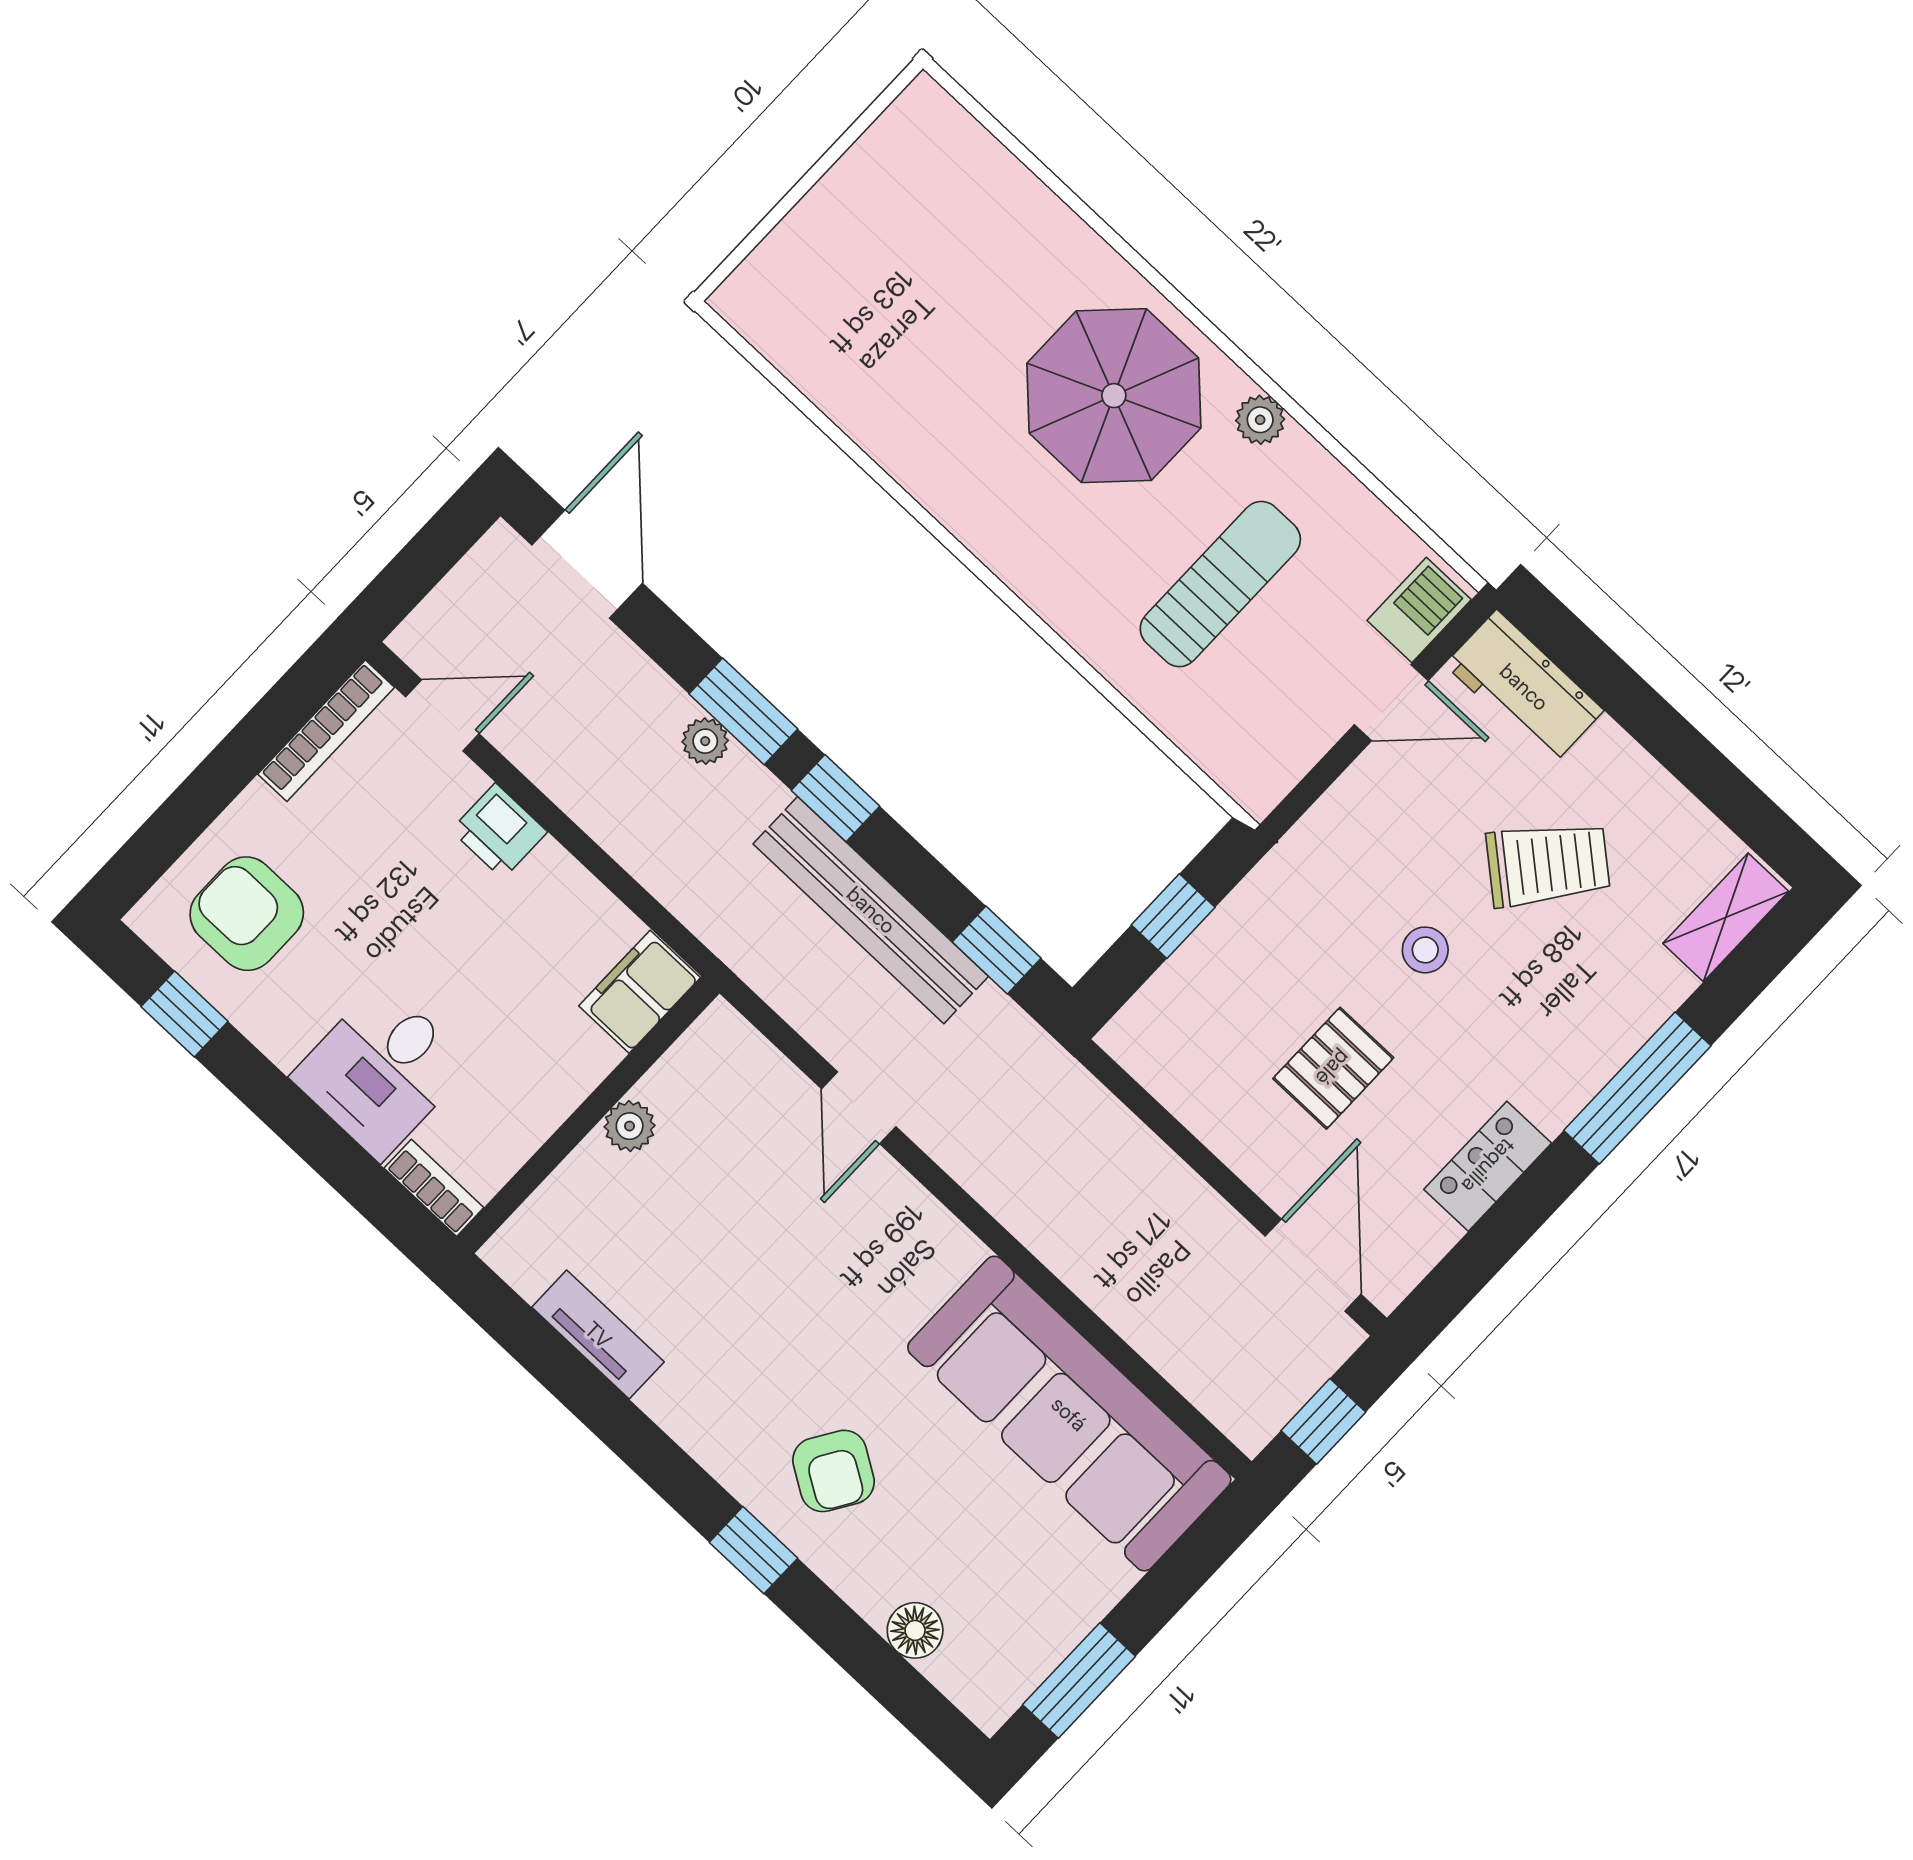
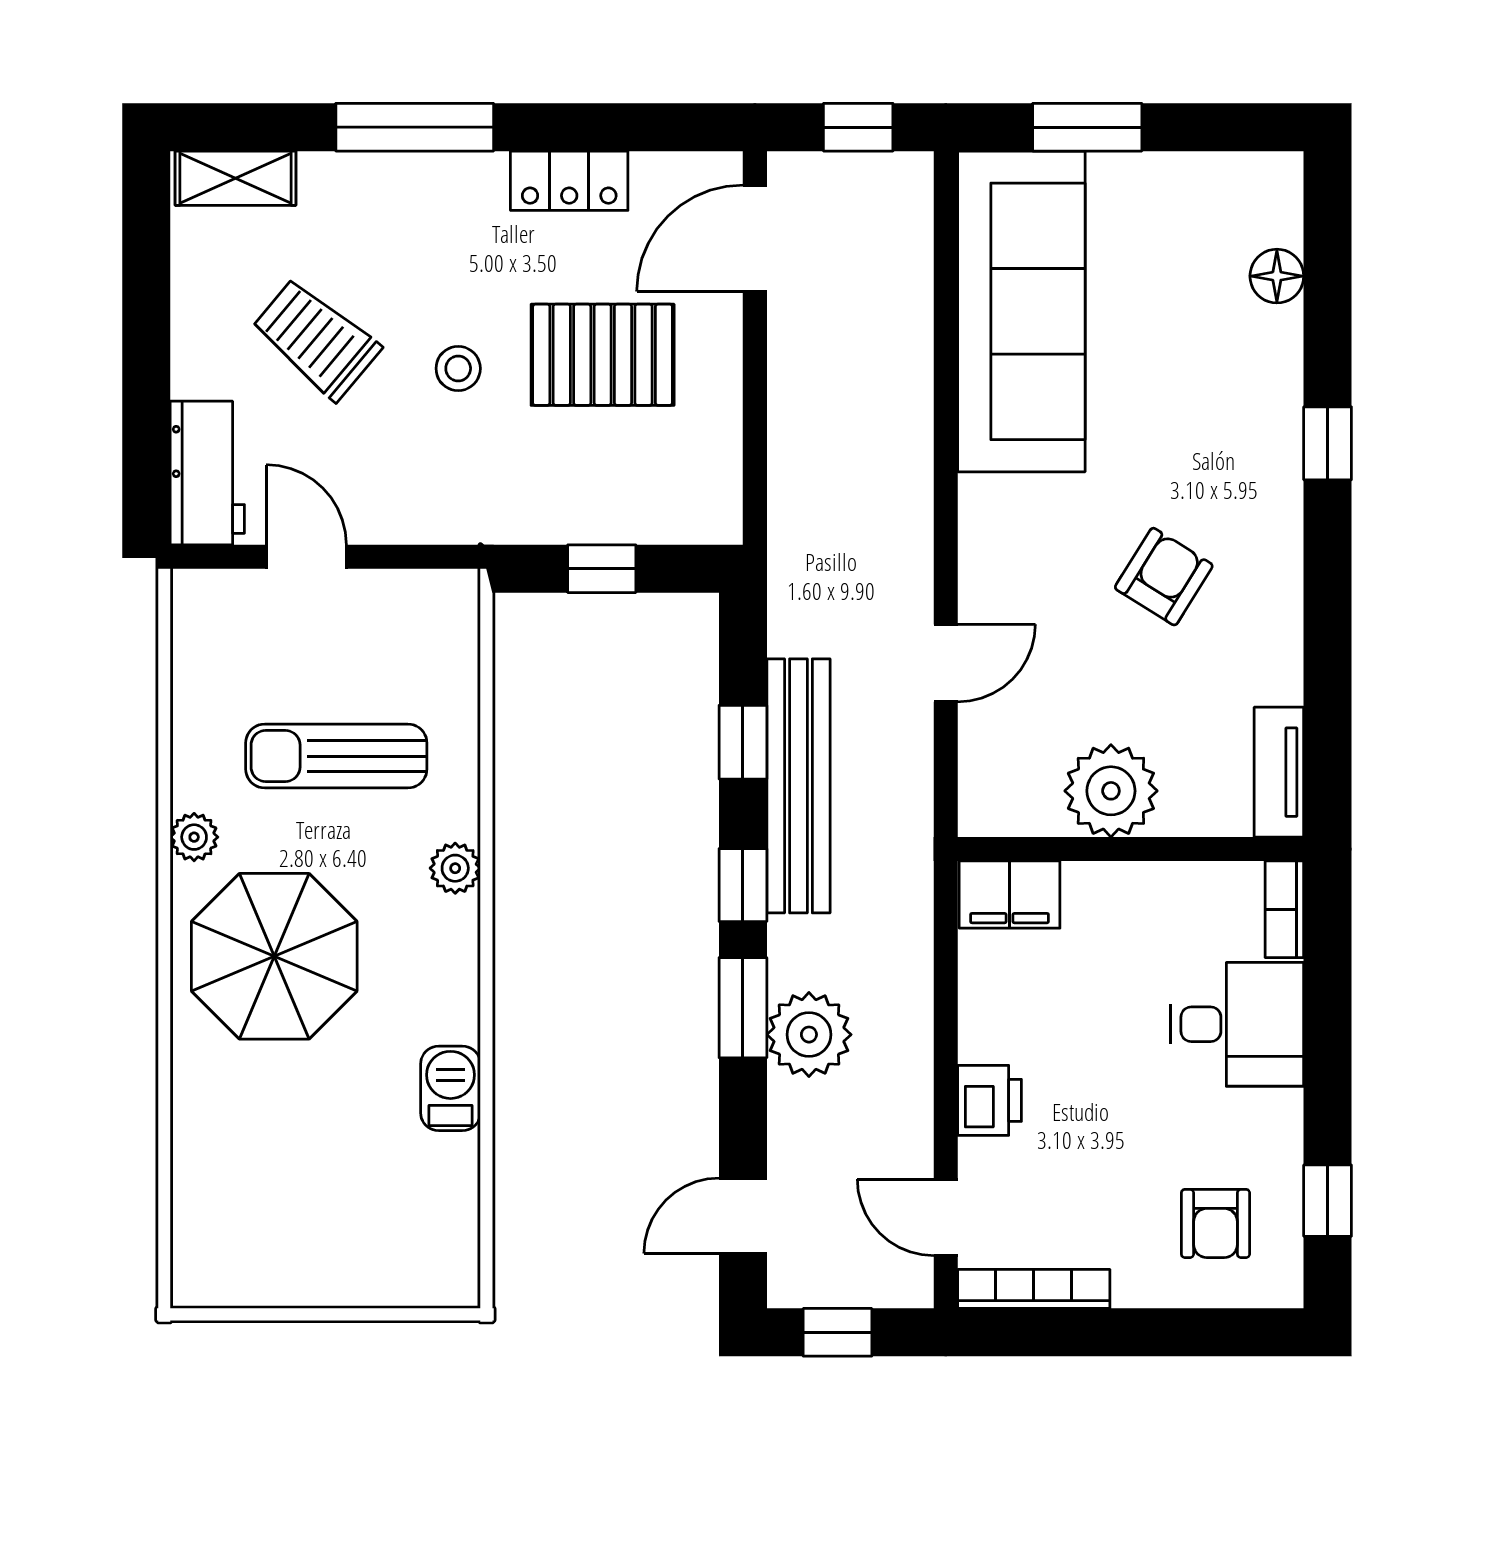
window: (433, 553) -> (837, 1332), added
door: (587, 564) -> (743, 1216), width x0.73
plant: (1052, 594) -> (455, 868), added
barbecue: (1419, 610) -> (451, 1088), moved, turned 90
plant: (705, 741) -> (809, 1035), width x1.87, depth x1.87
armchair: (247, 914) -> (1215, 1223), width x0.72, depth x0.72
window: (997, 950) -> (743, 742), moved
pallet: (1333, 1068) -> (603, 355), width x1.50, depth x1.42
plant: (630, 1126) -> (1111, 791), width x1.88, depth x1.88
tv unit: (598, 1335) -> (1279, 772), moved
armchair: (834, 1471) -> (1164, 577), moved
window: (1079, 1681) -> (1087, 127), moved

